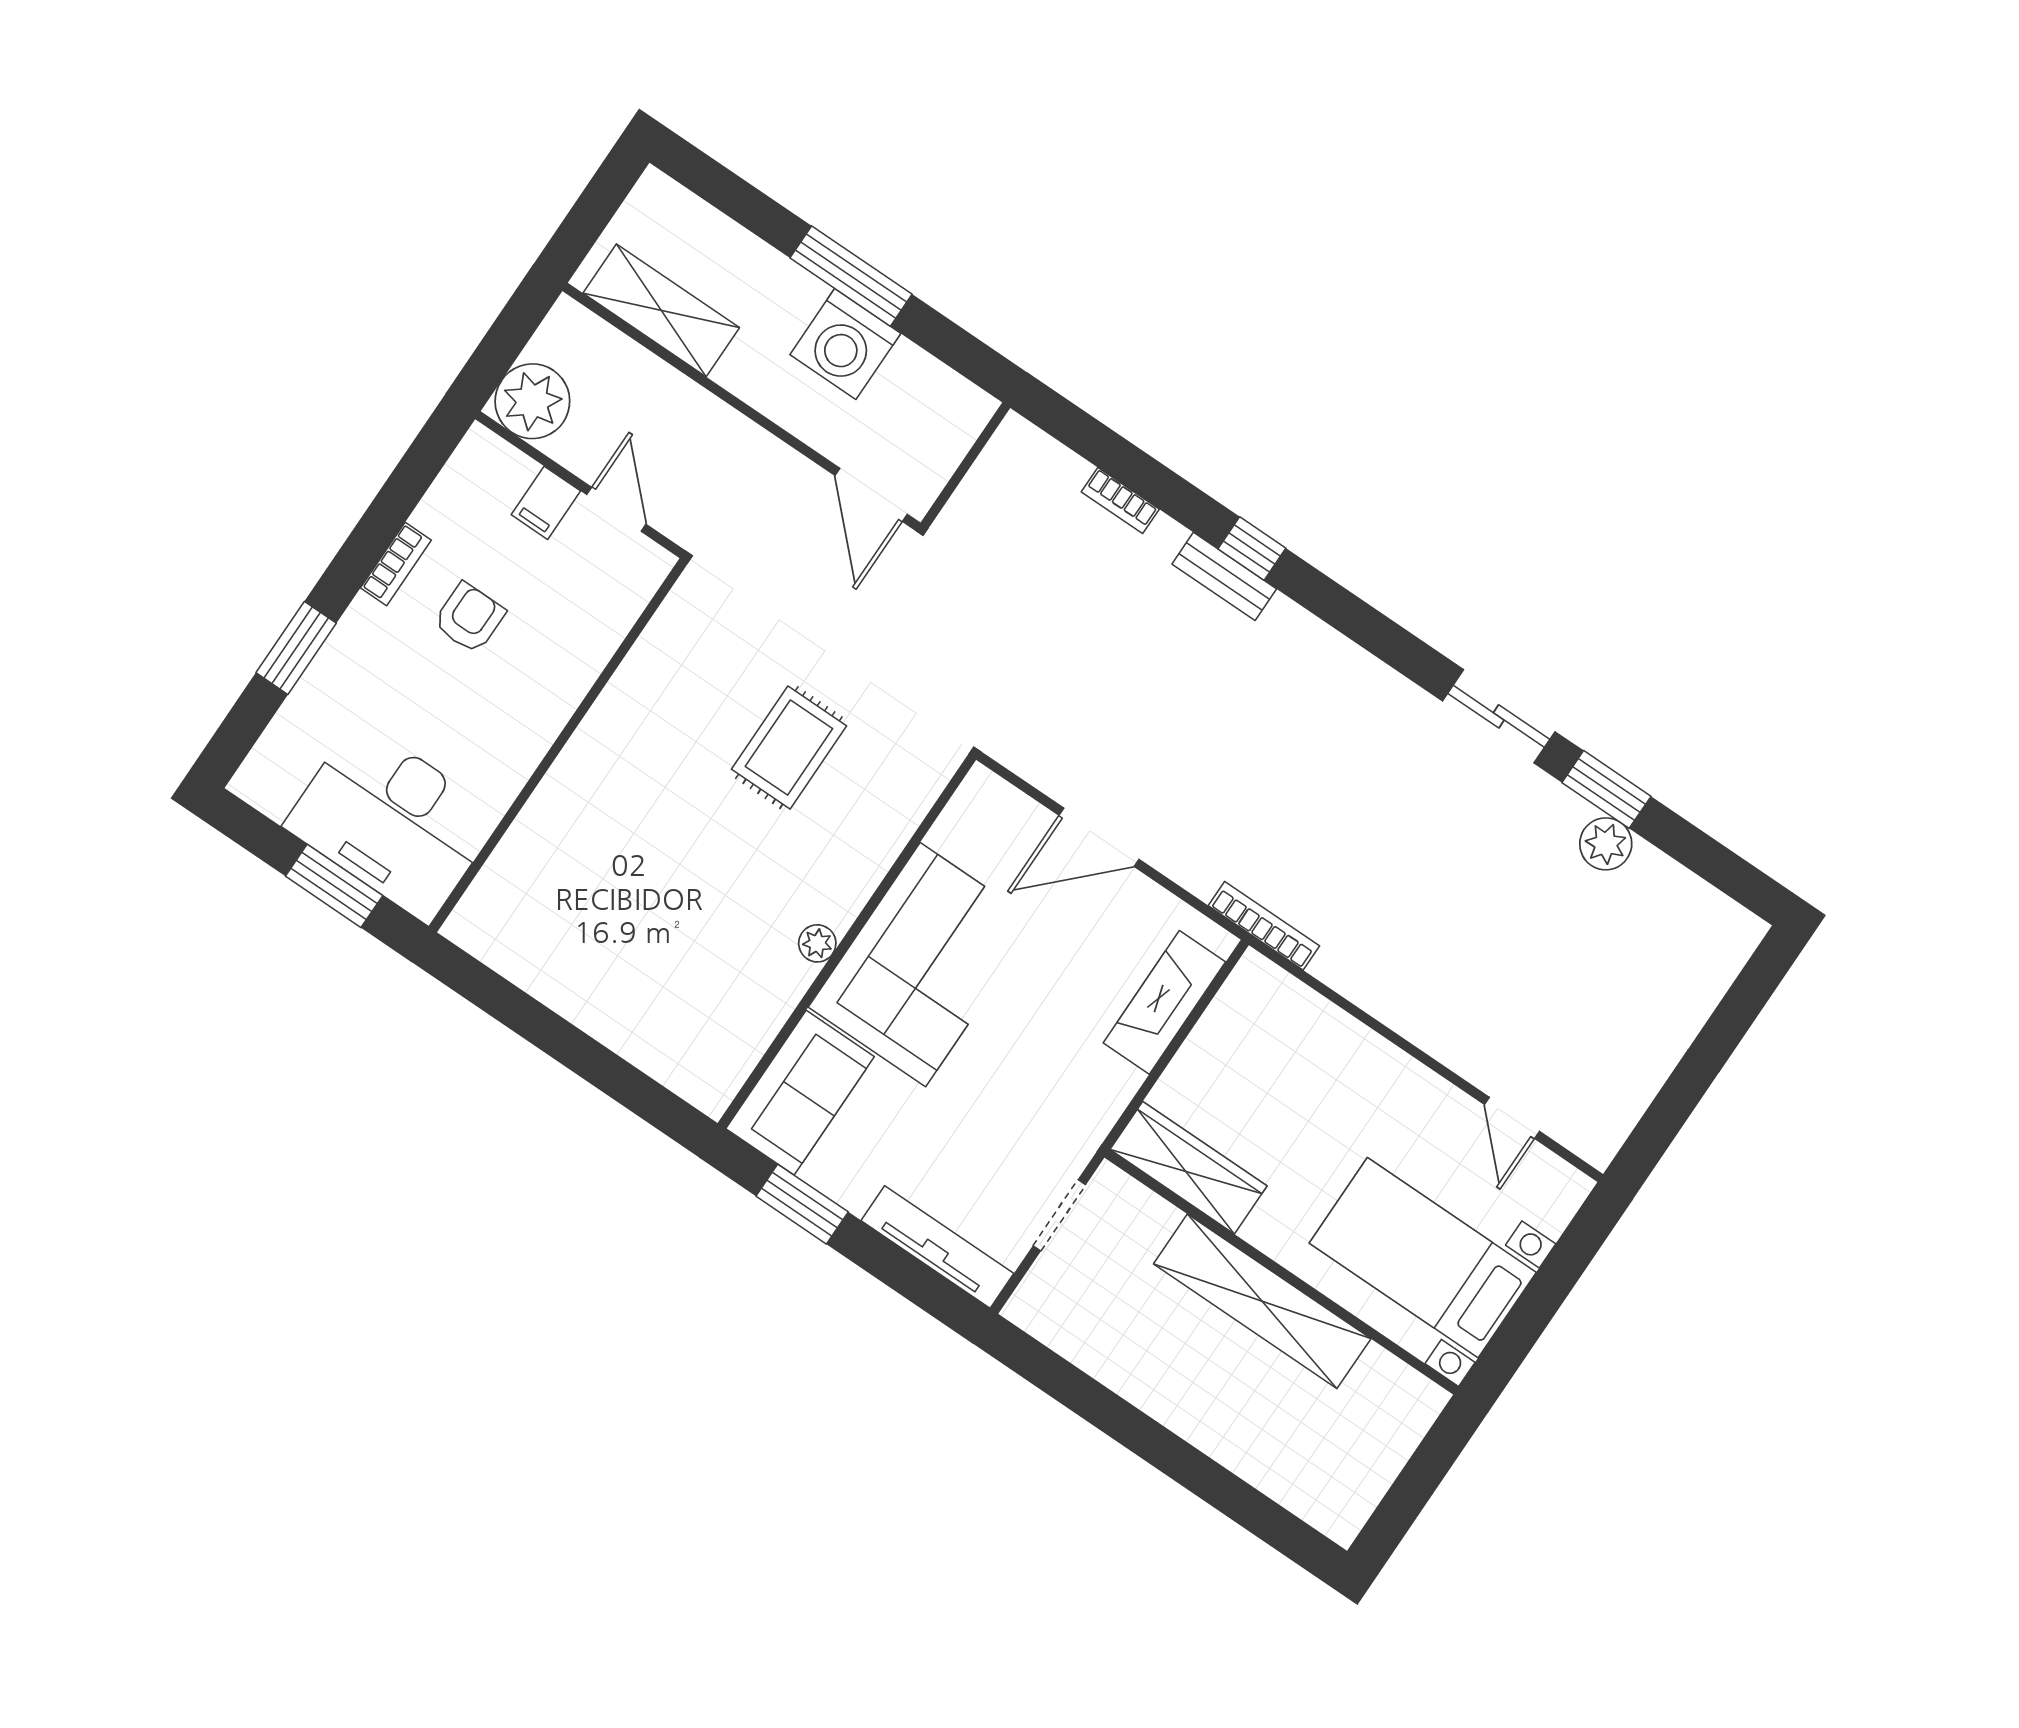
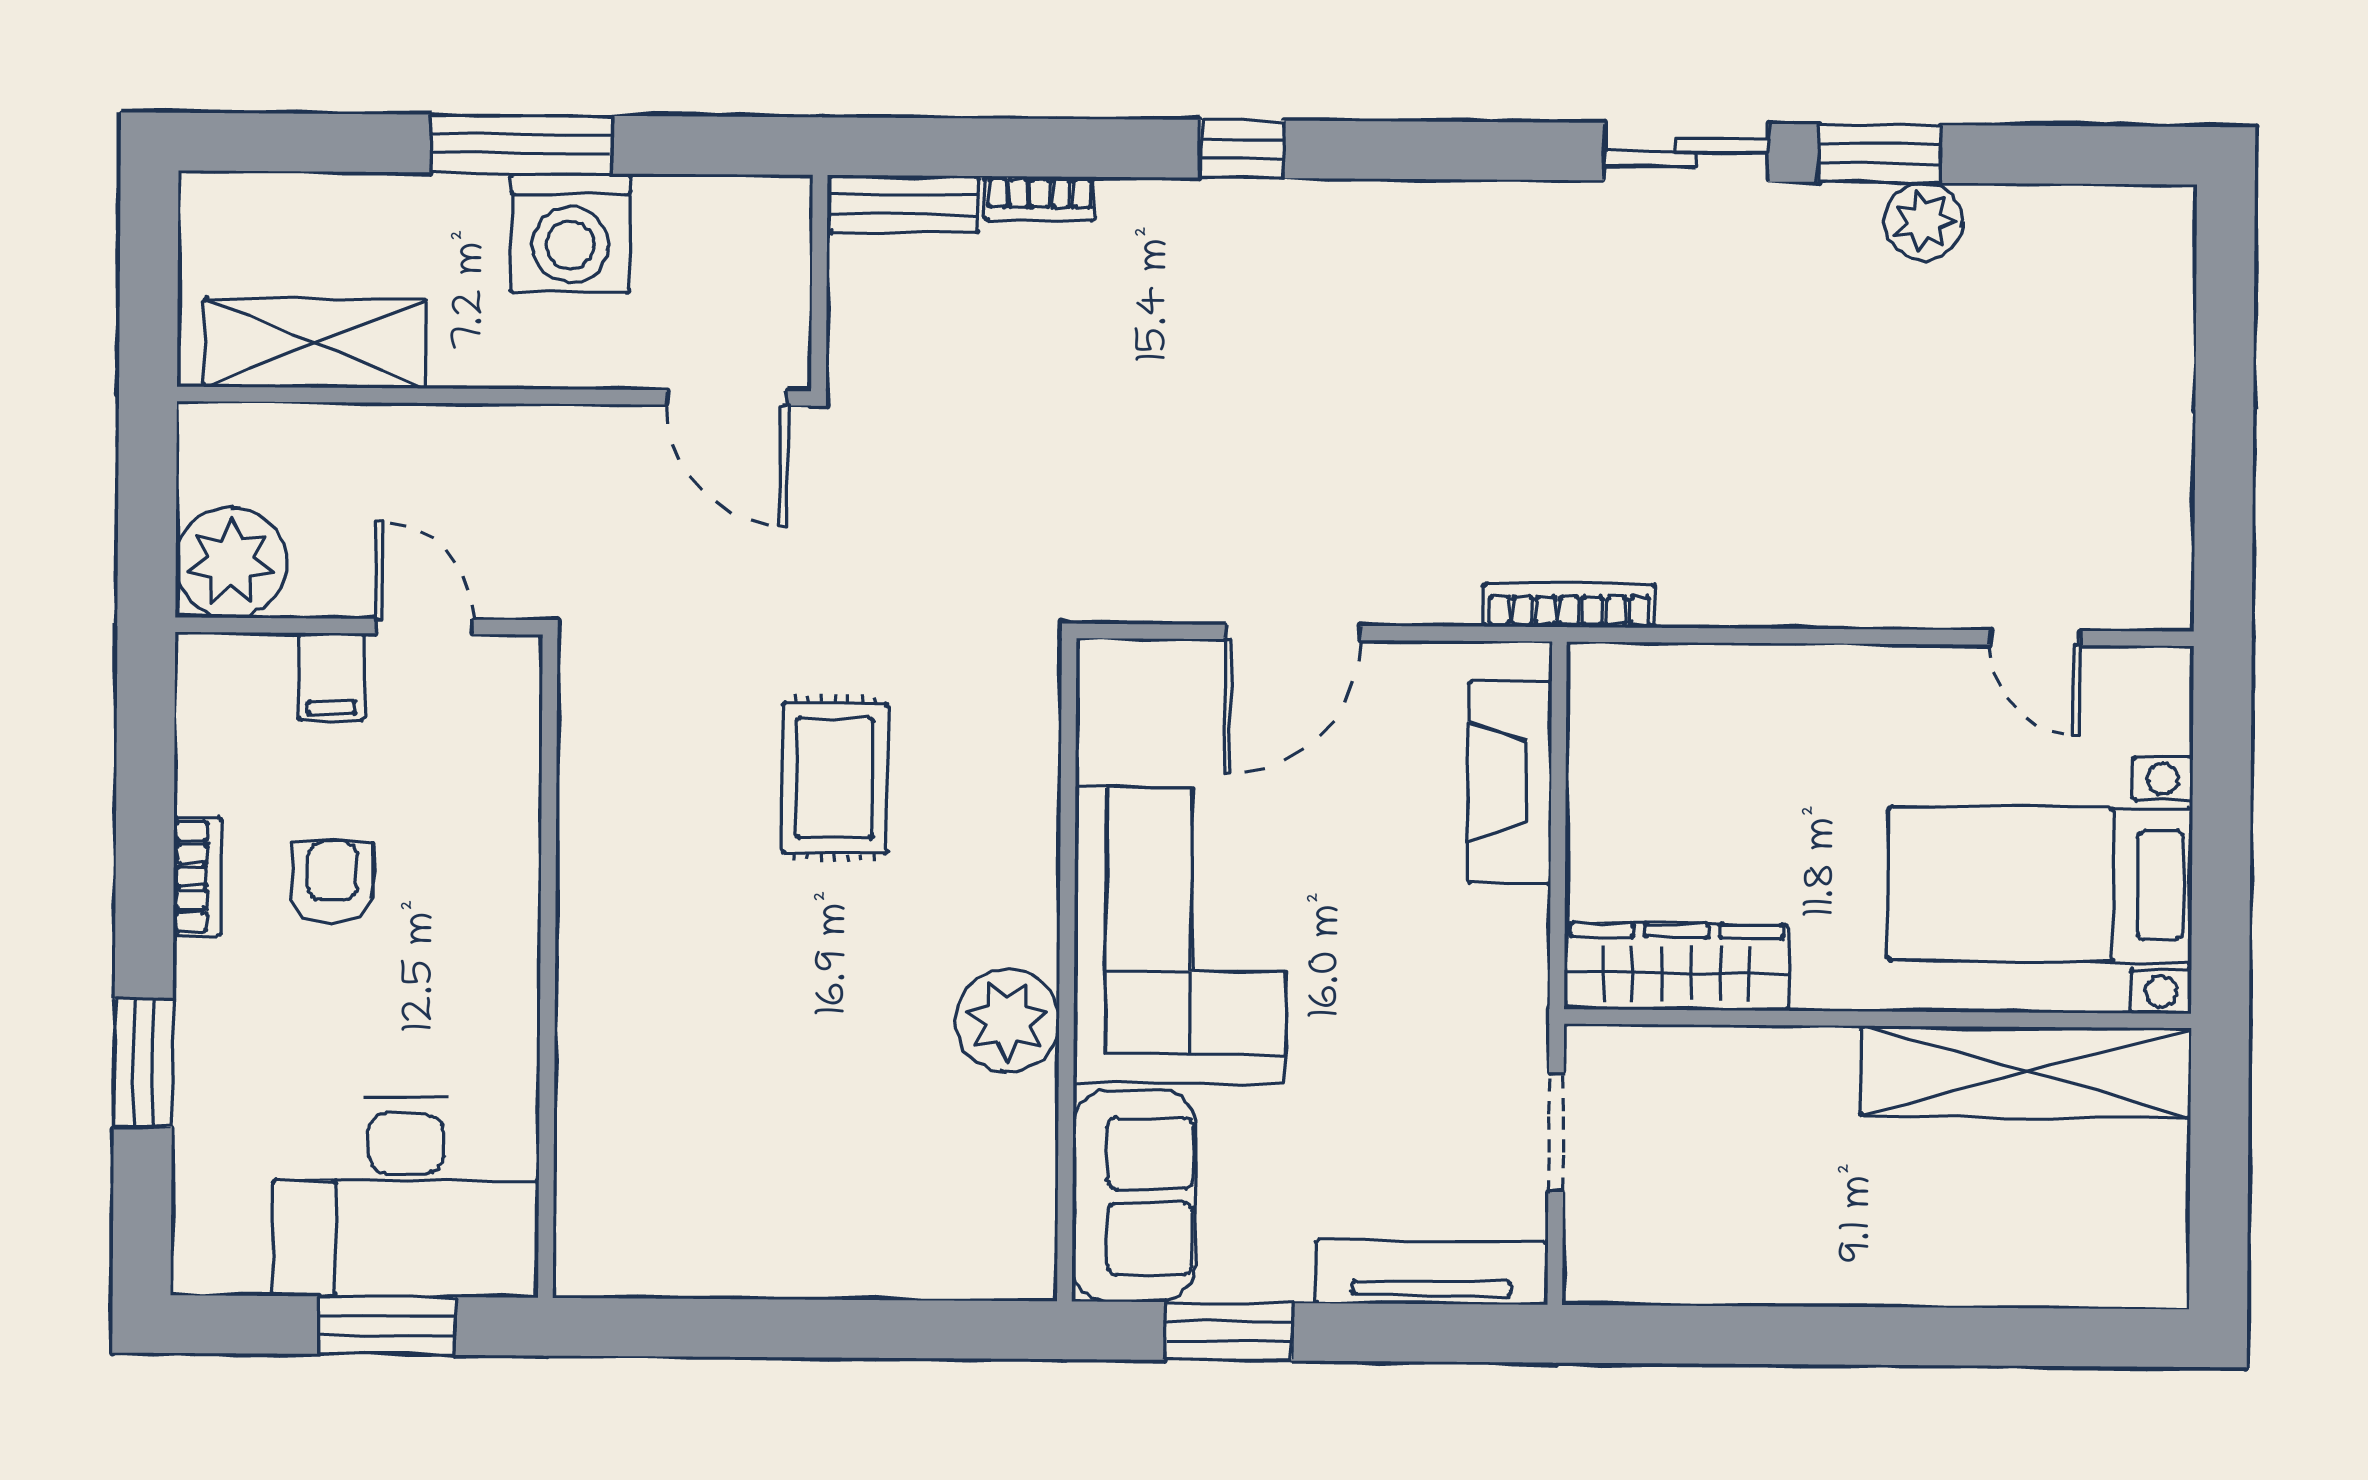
bench: (1224, 576) -> (904, 204), moved
plant: (817, 943) -> (1007, 1021), width x1.88, depth x1.88
shelving: (1262, 1301) -> (2026, 1072), moved

